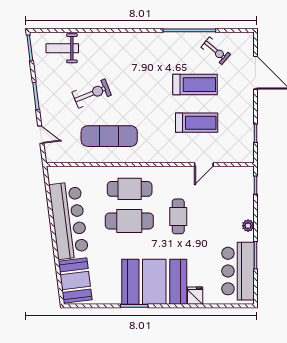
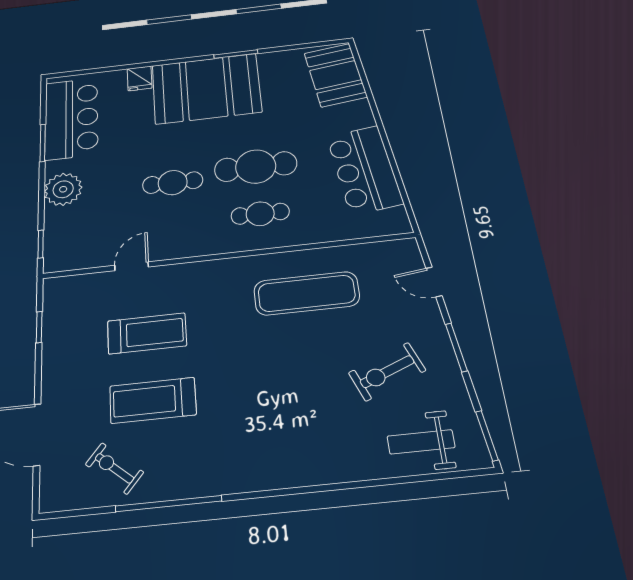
weight bench: (62, 48) -> (421, 442), turned 180
exercise bike: (92, 94) -> (387, 372), moved
treadmill: (197, 123) -> (147, 333), turned 180
cafe table: (130, 189) -> (260, 214), width x0.73, depth x0.74
cafe table: (178, 216) -> (173, 183), turned 90
bar counter: (69, 220) -> (364, 170), width x0.73
plant: (248, 226) -> (63, 189), width x1.88, depth x1.88

